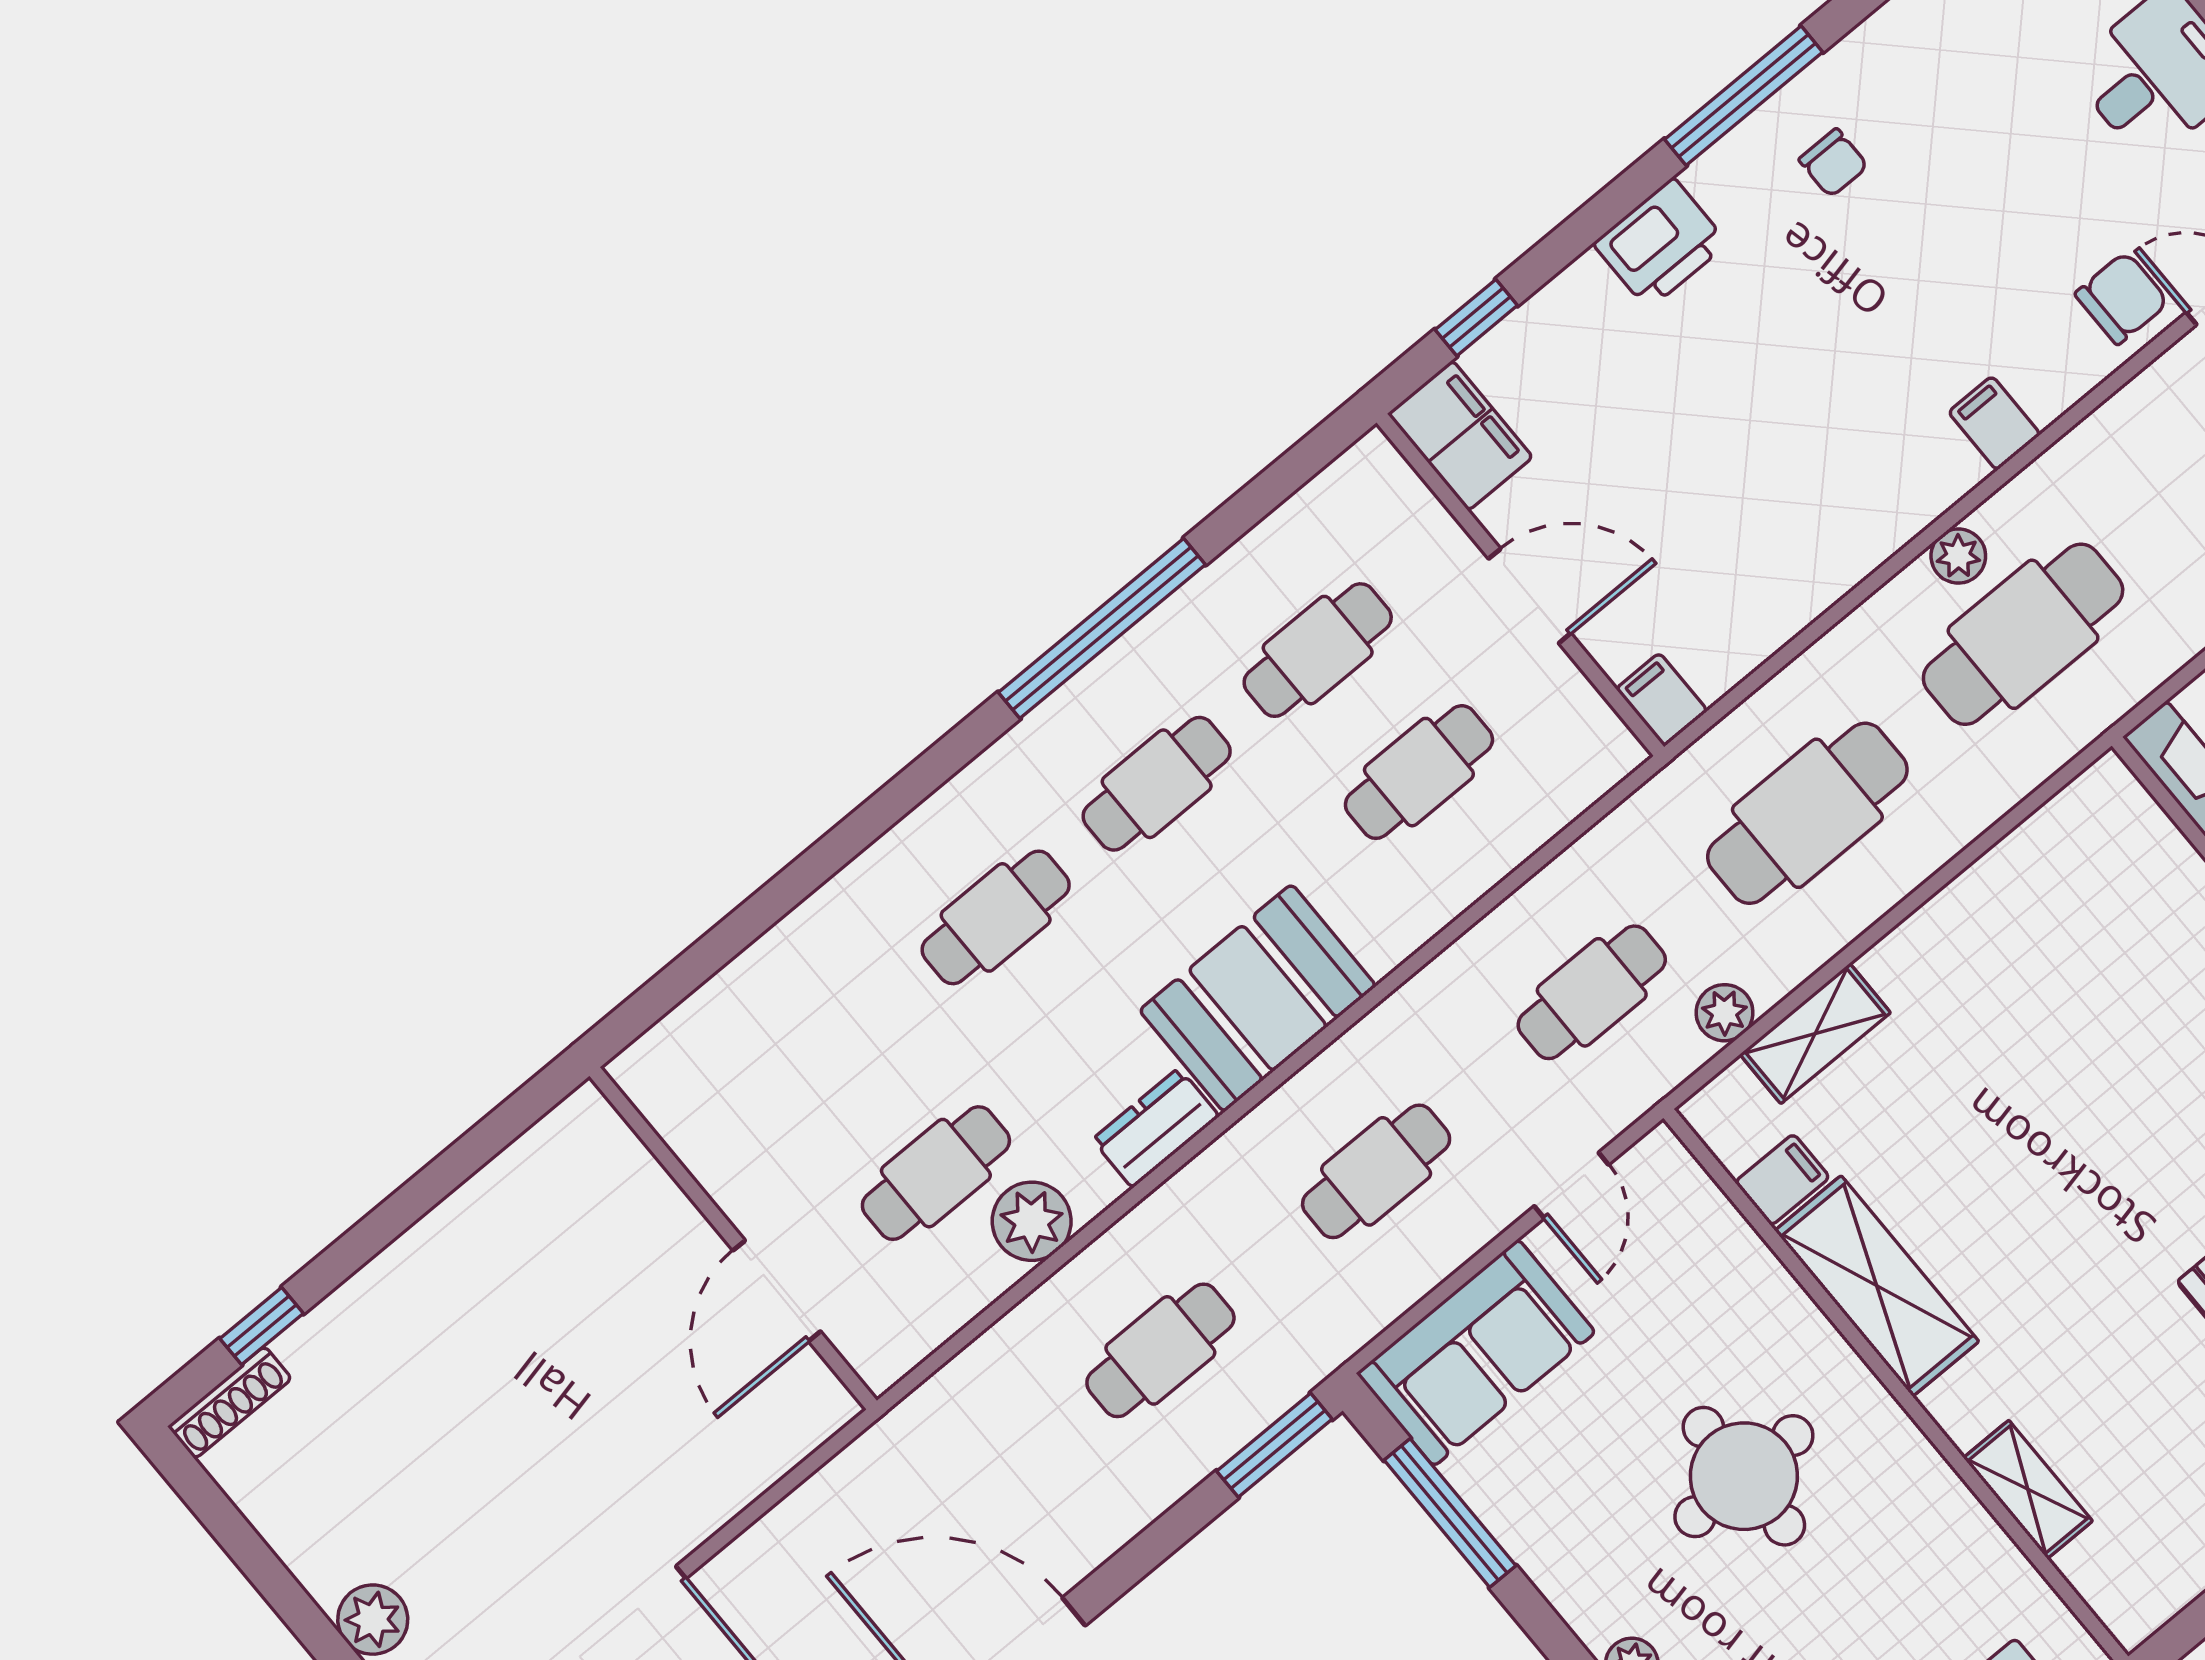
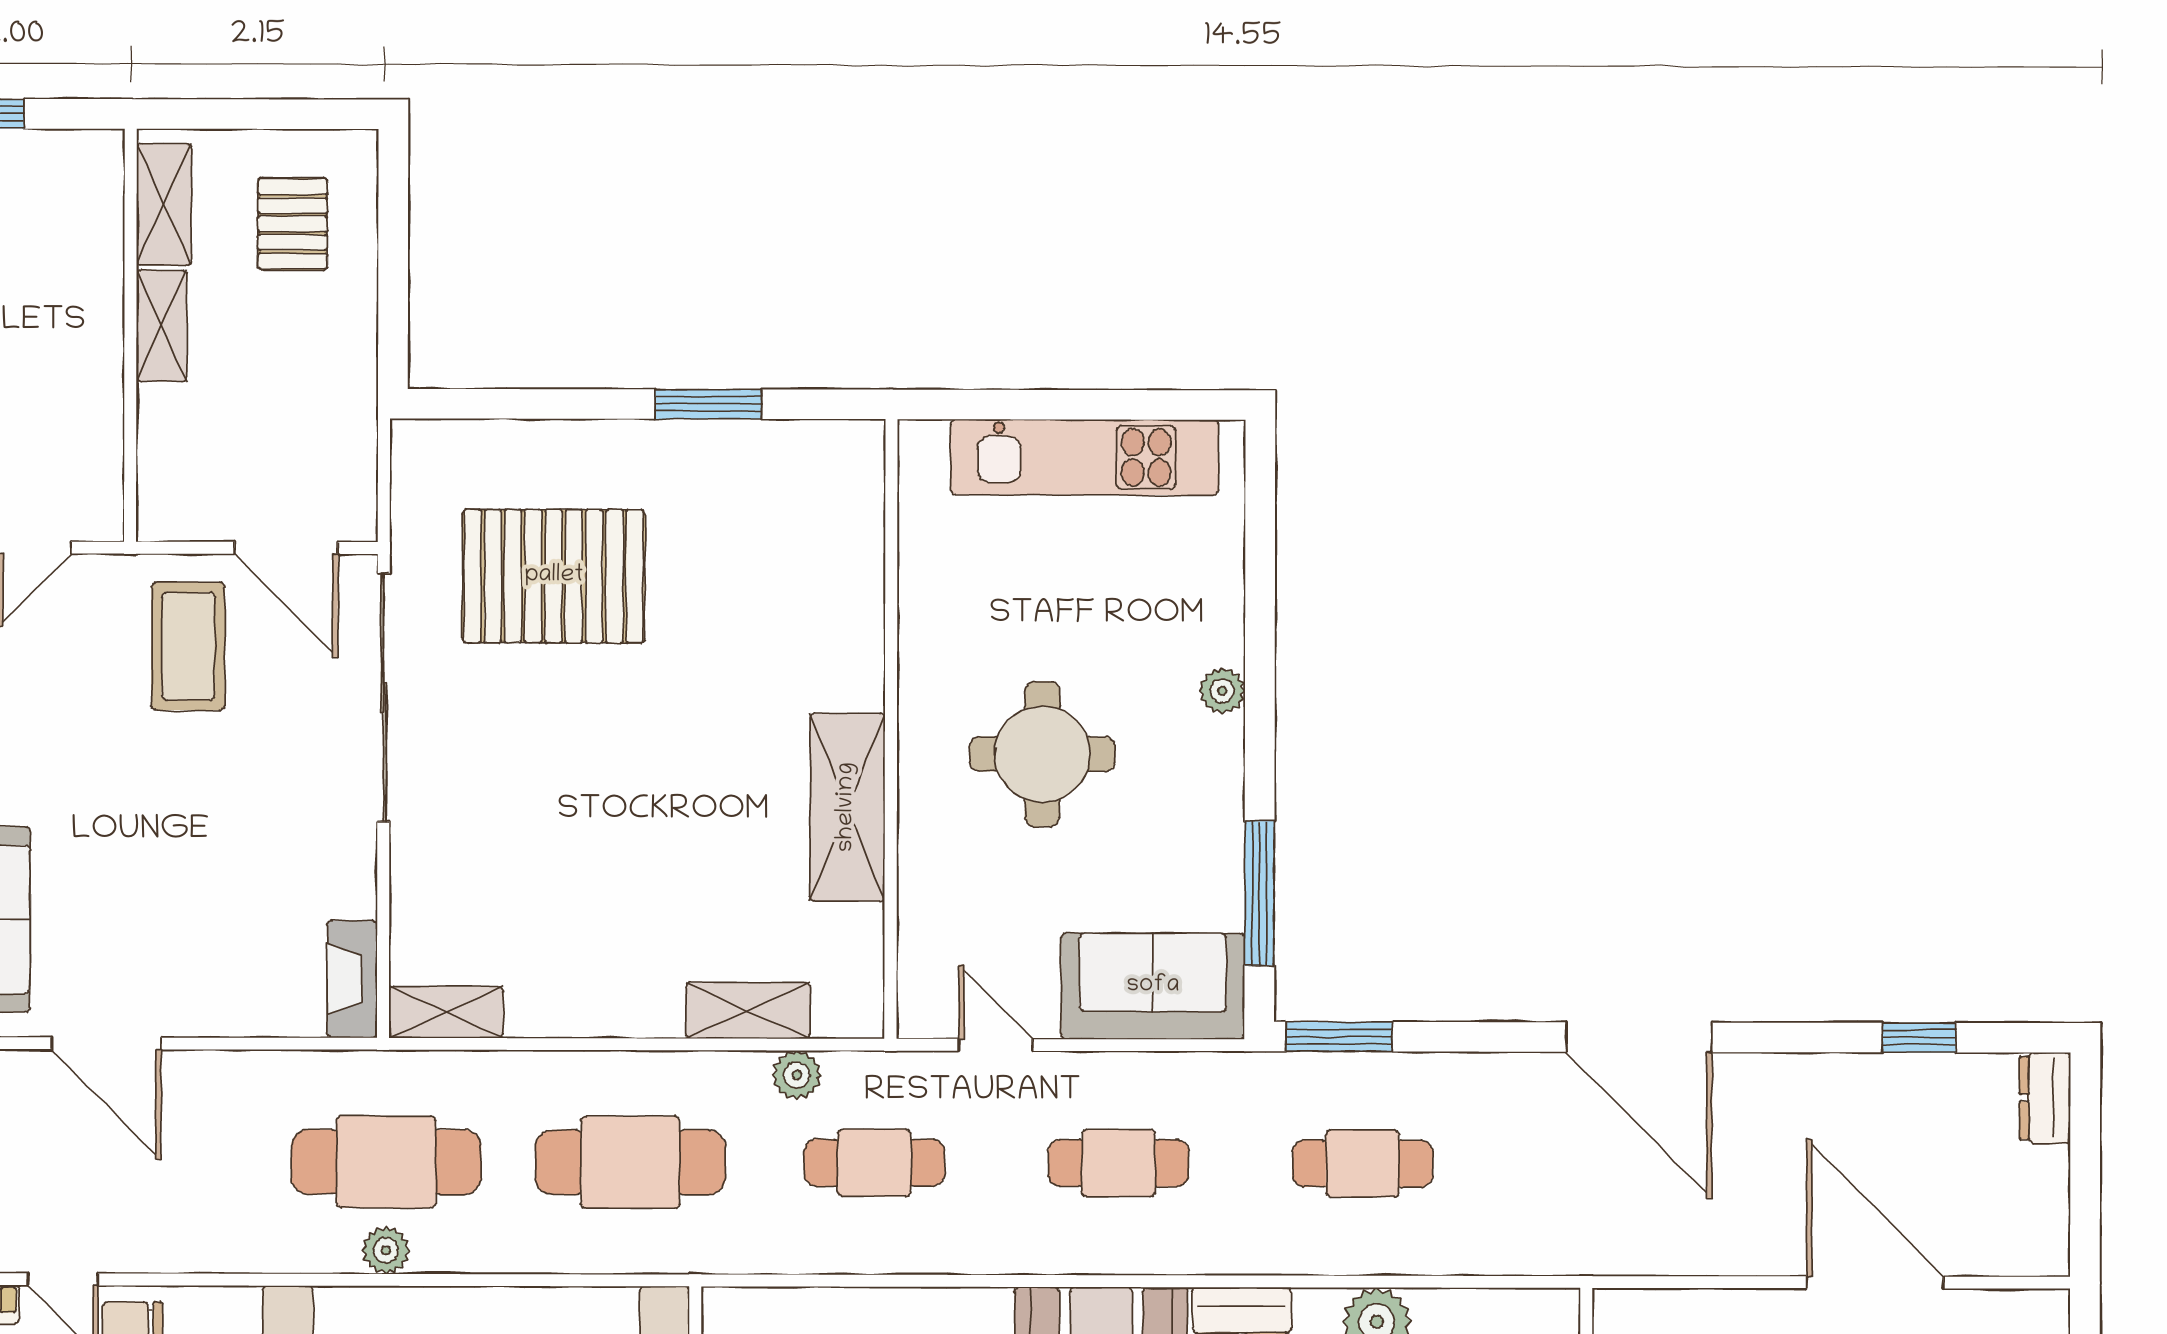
filing cabinet: (1782, 1180) -> (851, 931), removed
door: (1571, 1185) -> (996, 1045), hinge flipped
shelving: (2028, 1489) -> (446, 1012), moved, turned 90

